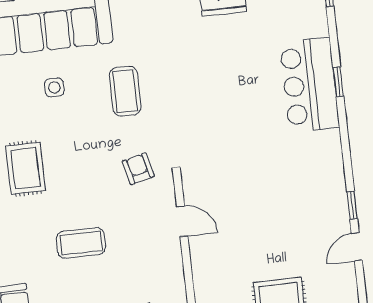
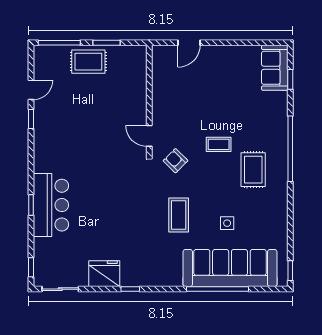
armchair: (138, 169) -> (175, 161), turned 149
door: (182, 221) -> (149, 136), moved
coffee table: (81, 243) -> (219, 144), moved, width x0.73, depth x0.77

